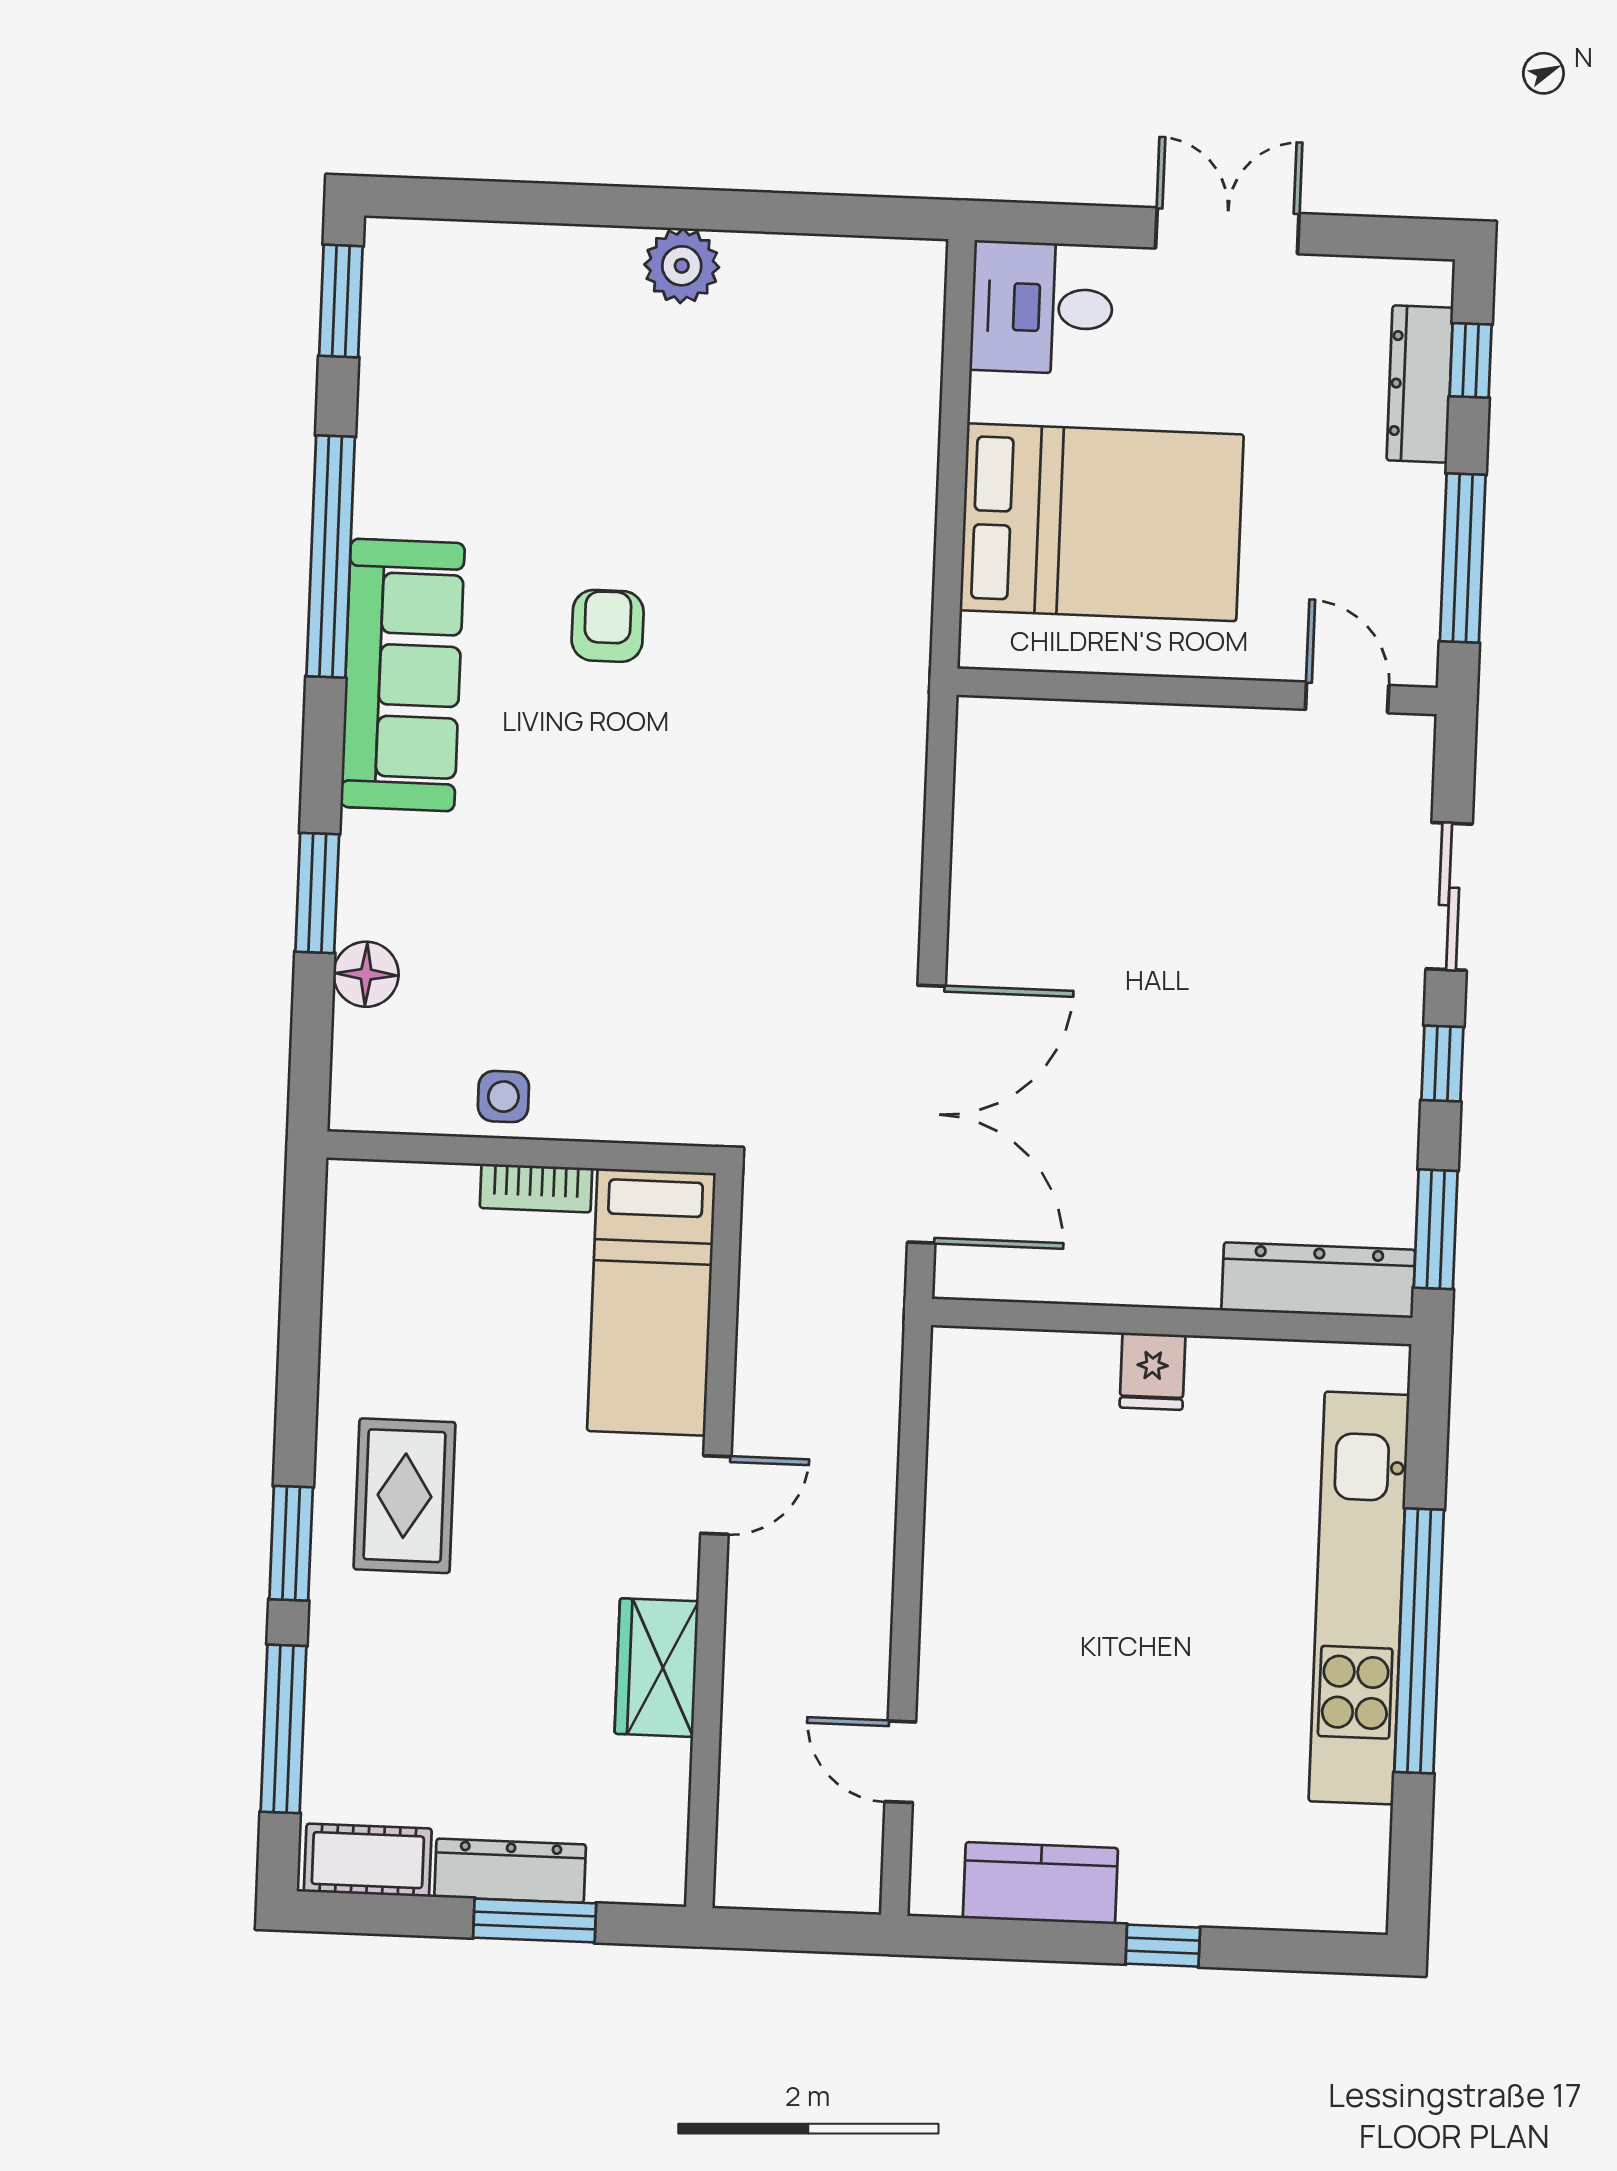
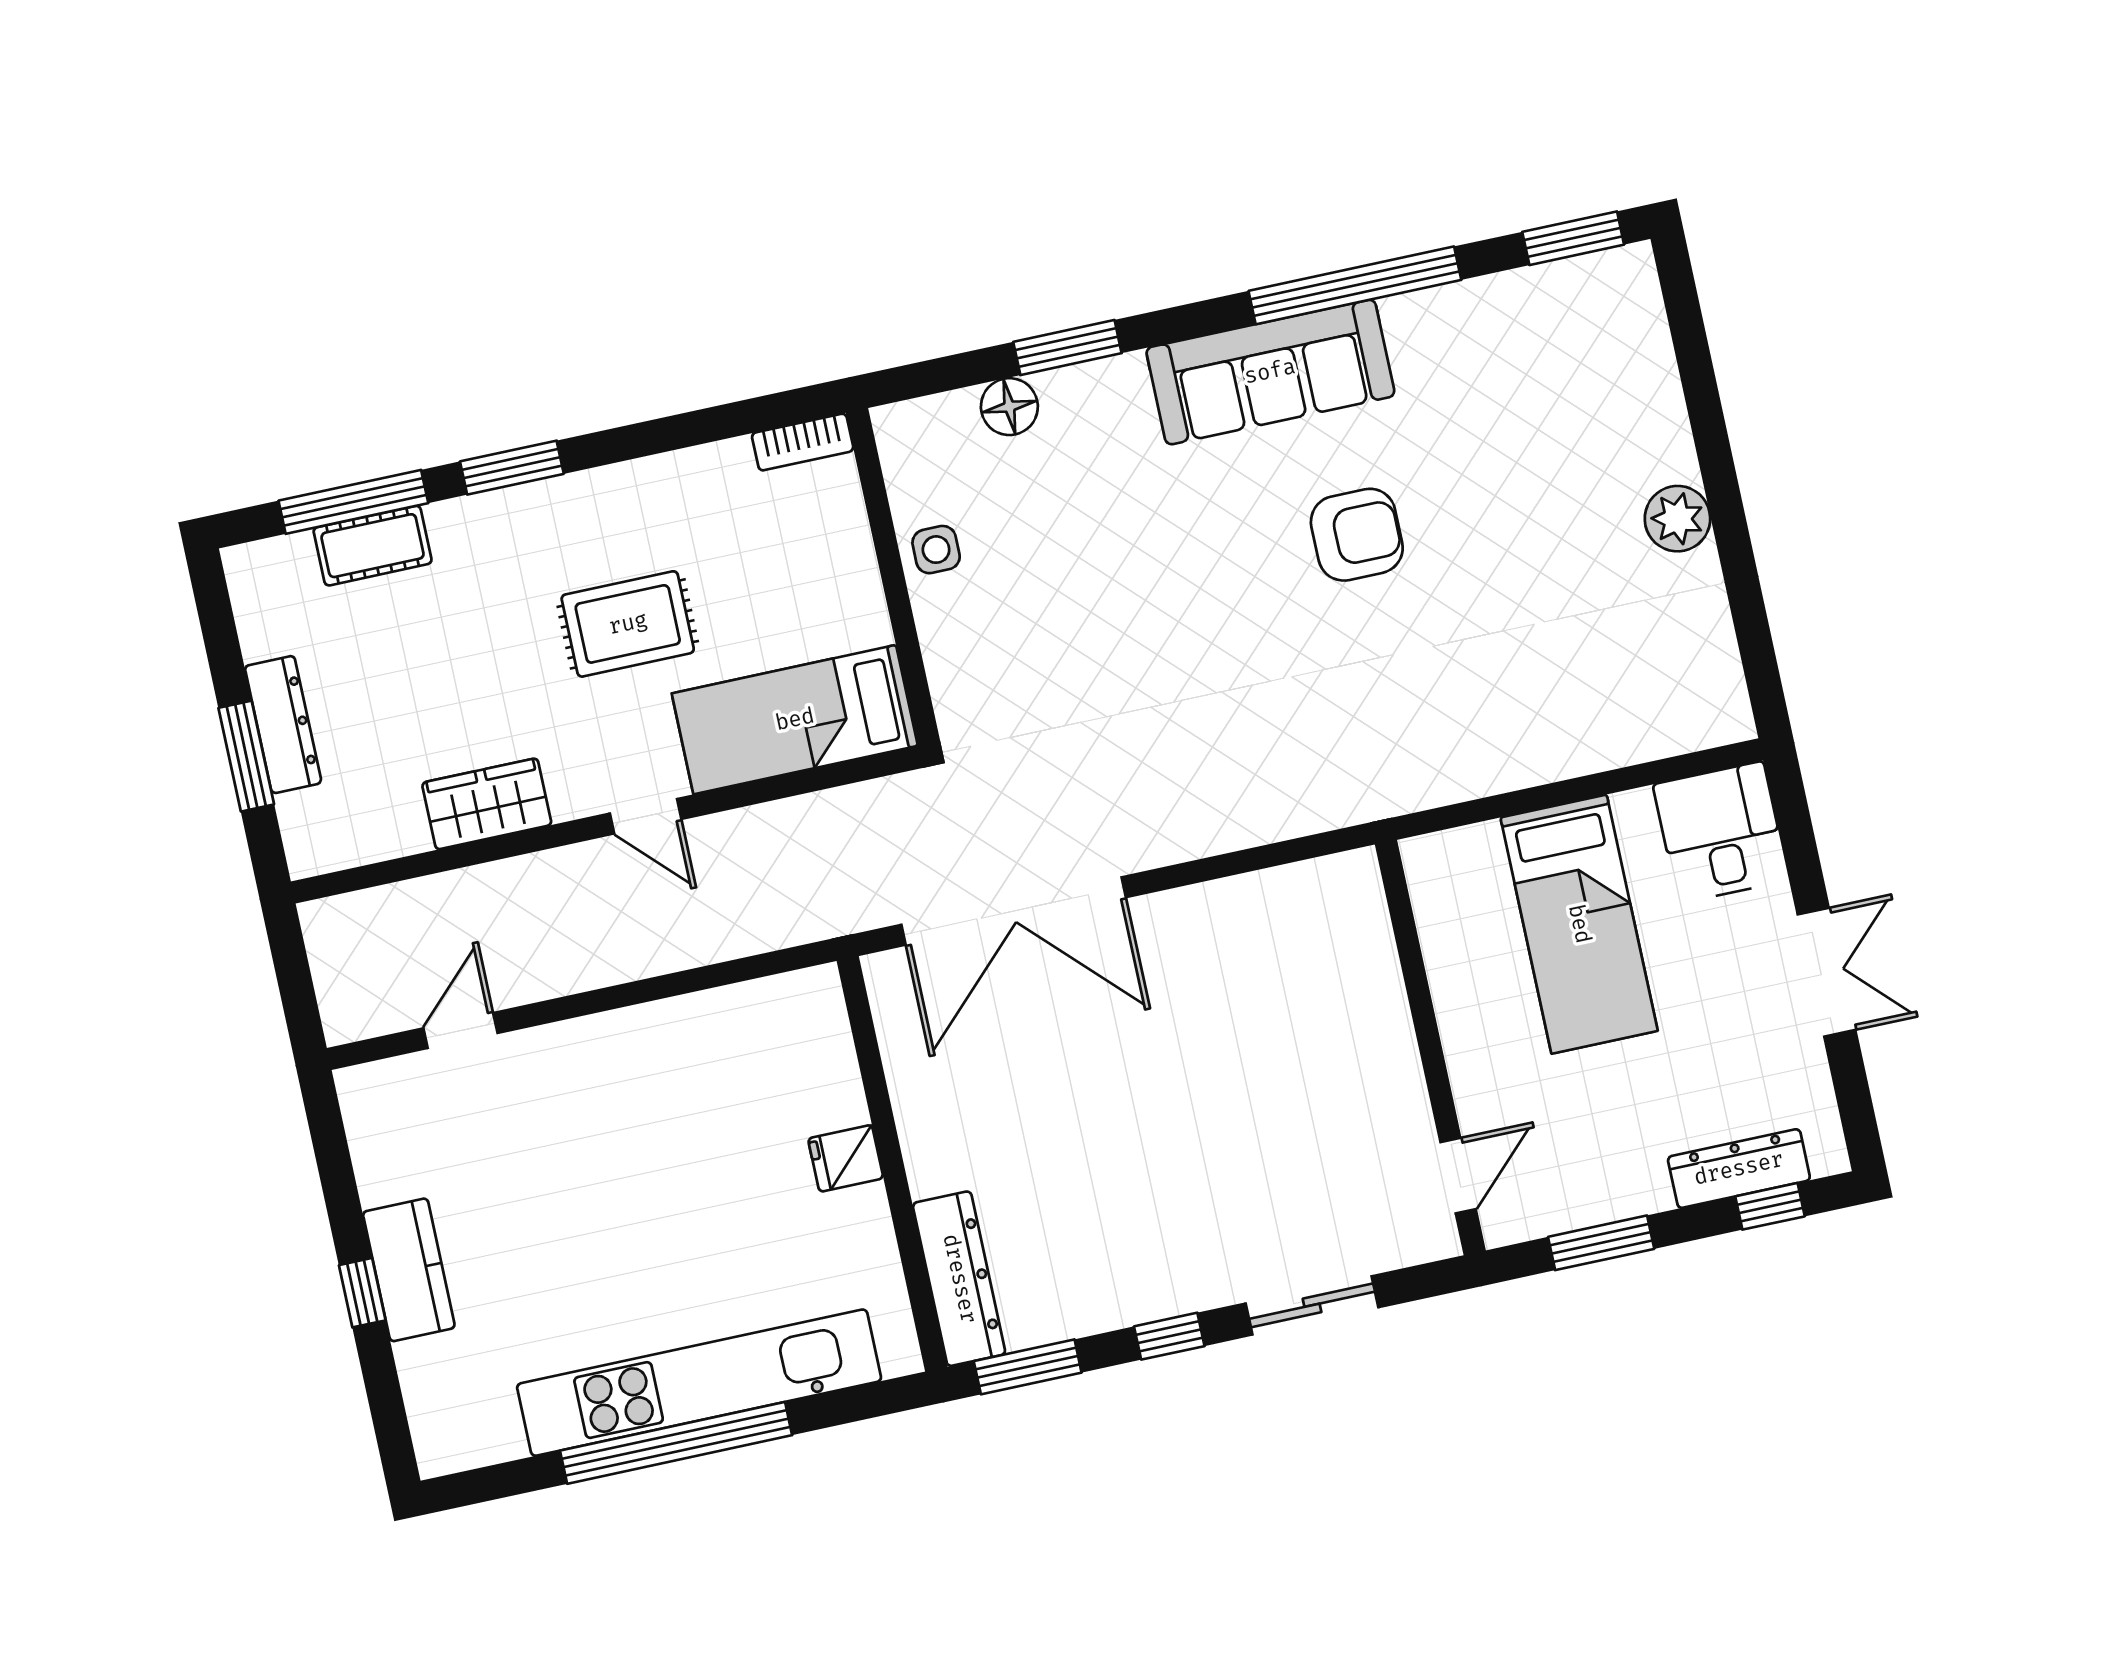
bed: (1102, 522) -> (1579, 924), width x0.67
window: (1463, 558) -> (1601, 1243), width x0.69
armchair: (608, 626) -> (1357, 535), width x1.38, depth x1.38
bookcase: (536, 1188) -> (803, 442), moved, turned -90
rug: (405, 1496) -> (628, 624), moved
cot: (368, 1860) -> (373, 546), moved, turned 90
kitchen counter: (1040, 1883) -> (409, 1270), moved

